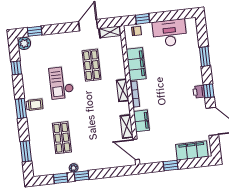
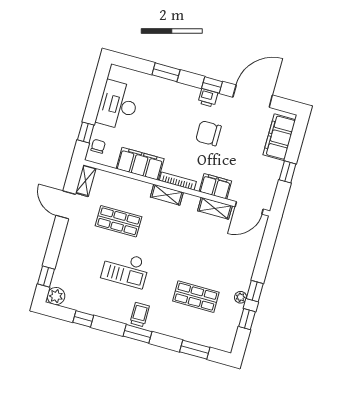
chair: (175, 102) -> (208, 133), added

